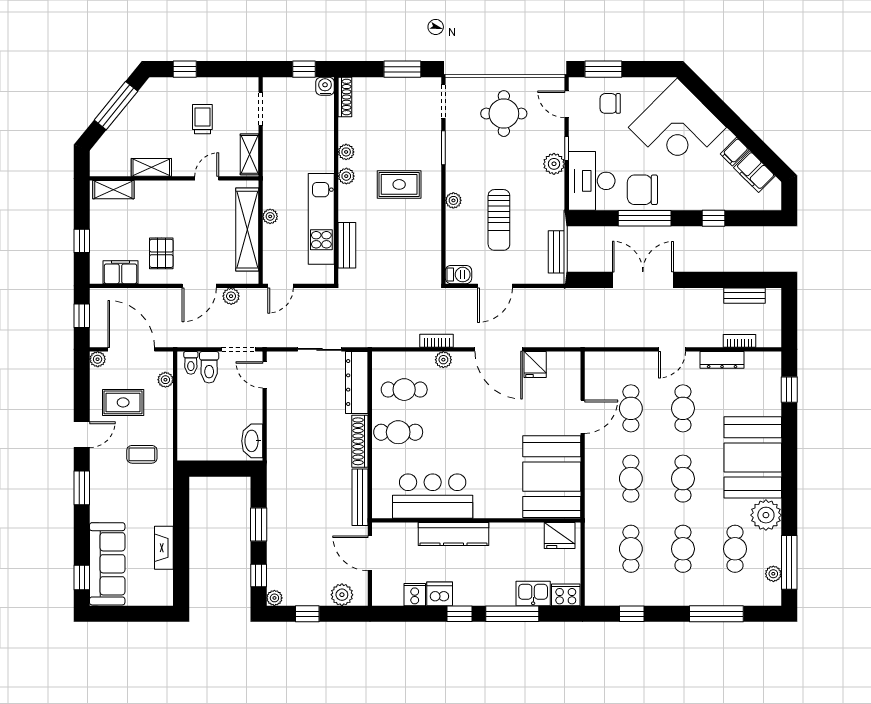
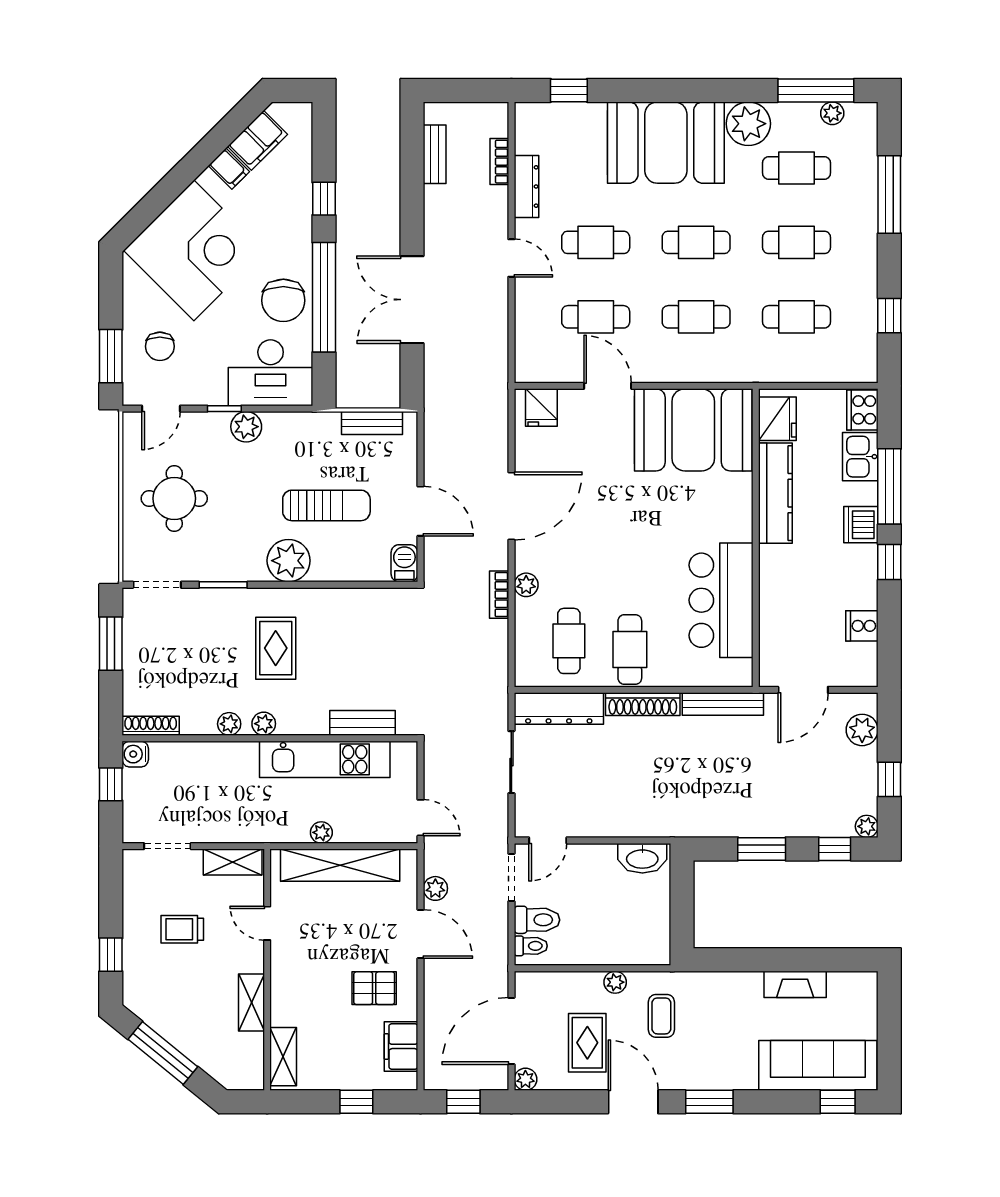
plant: (453, 200) -> (289, 561), width x1.88, depth x1.88
window: (645, 218) -> (324, 297), width x1.46
fridge: (535, 365) -> (541, 407), moved, turned 90
plant: (165, 380) -> (615, 982), moved
door: (82, 435) -> (633, 1102), width x1.38
kitchen counter: (453, 534) -> (775, 493), moved
dishwasher: (440, 594) -> (861, 525), moved

